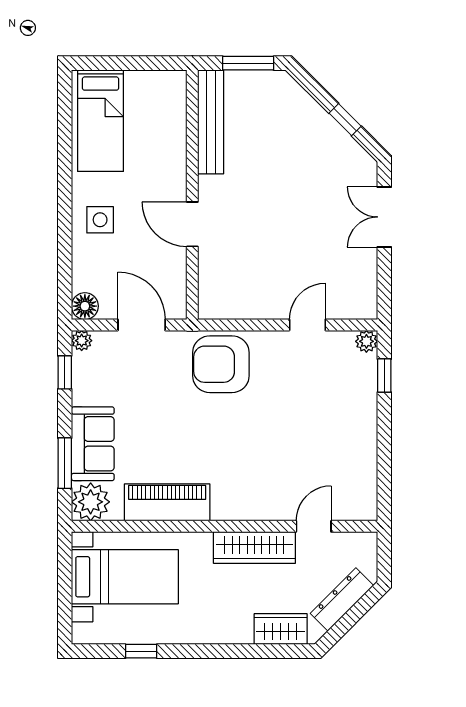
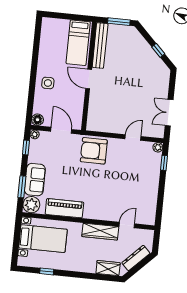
bed: (101, 121) -> (78, 43), moved
double door: (384, 217) -> (169, 113), moved
door: (192, 224) -> (89, 79), moved

